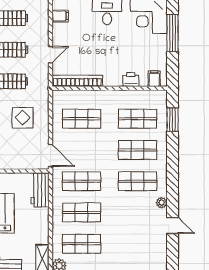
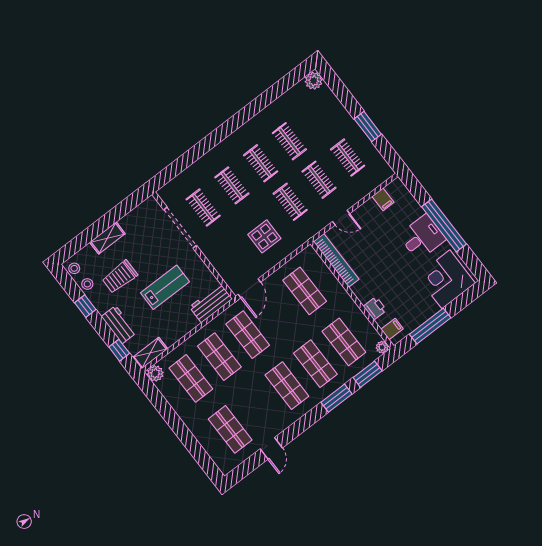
window: (172, 33) -> (430, 326), moved
window: (172, 154) -> (337, 398), added
plant: (162, 203) -> (382, 347), moved
shop shelf: (138, 244) -> (230, 429), added

